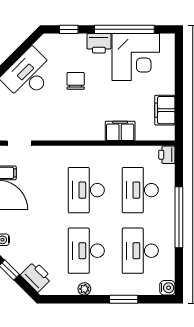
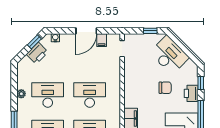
printer: (99, 43) -> (191, 93), moved
printer: (36, 277) -> (37, 53), moved

